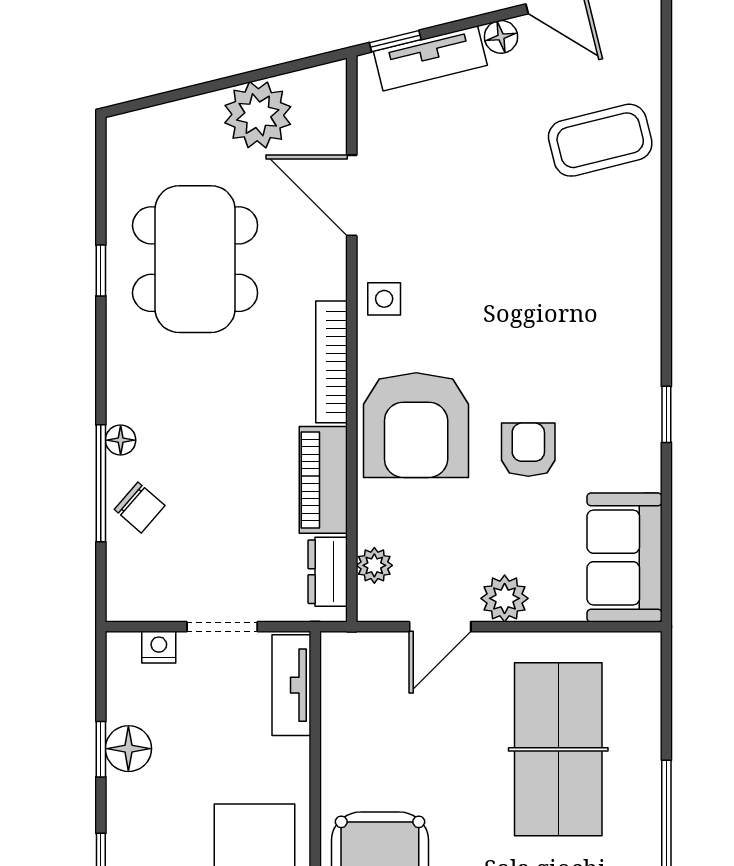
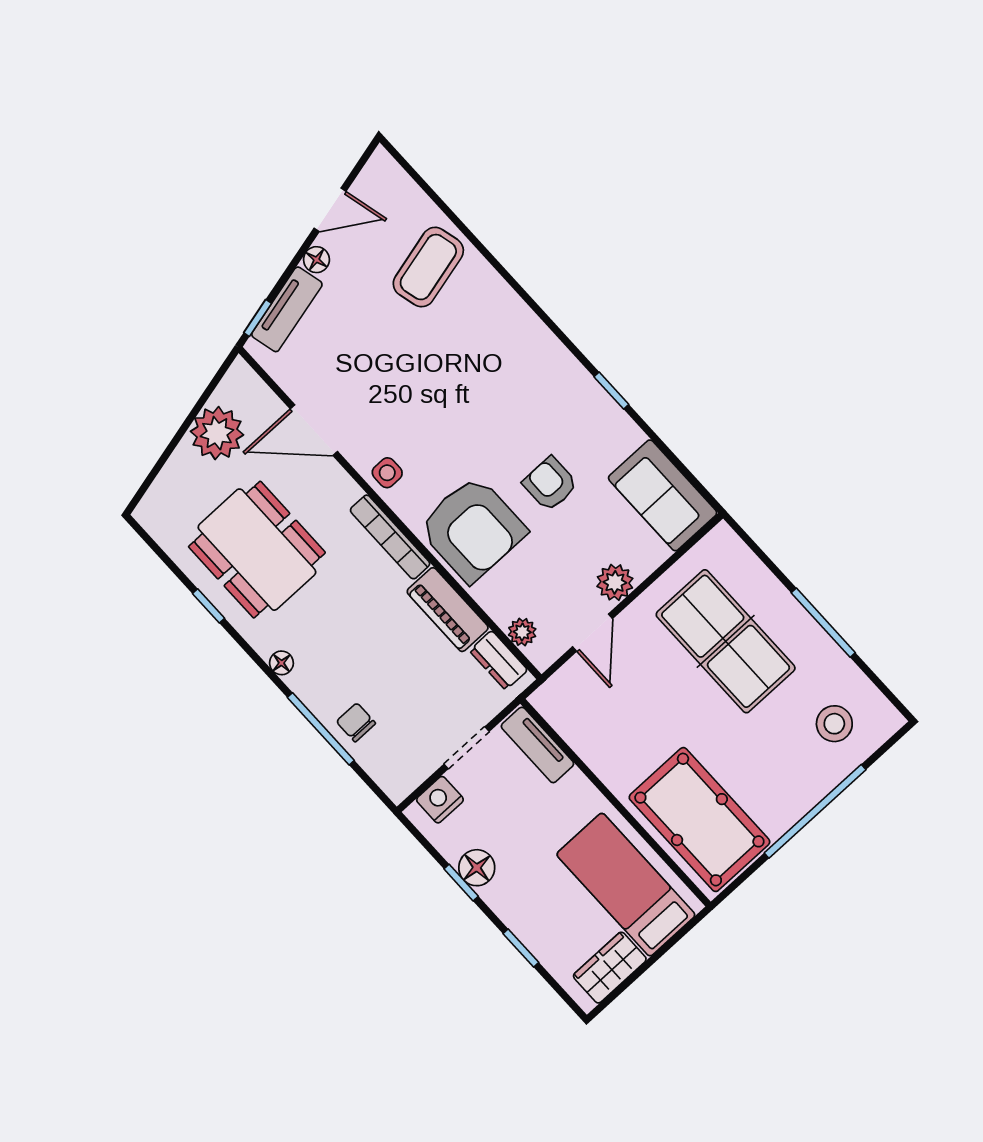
floor lamp: (121, 440) -> (281, 663), moved
chair: (140, 507) -> (356, 722), turned -131
nightstand: (159, 647) -> (440, 800), width x1.39, depth x1.35

